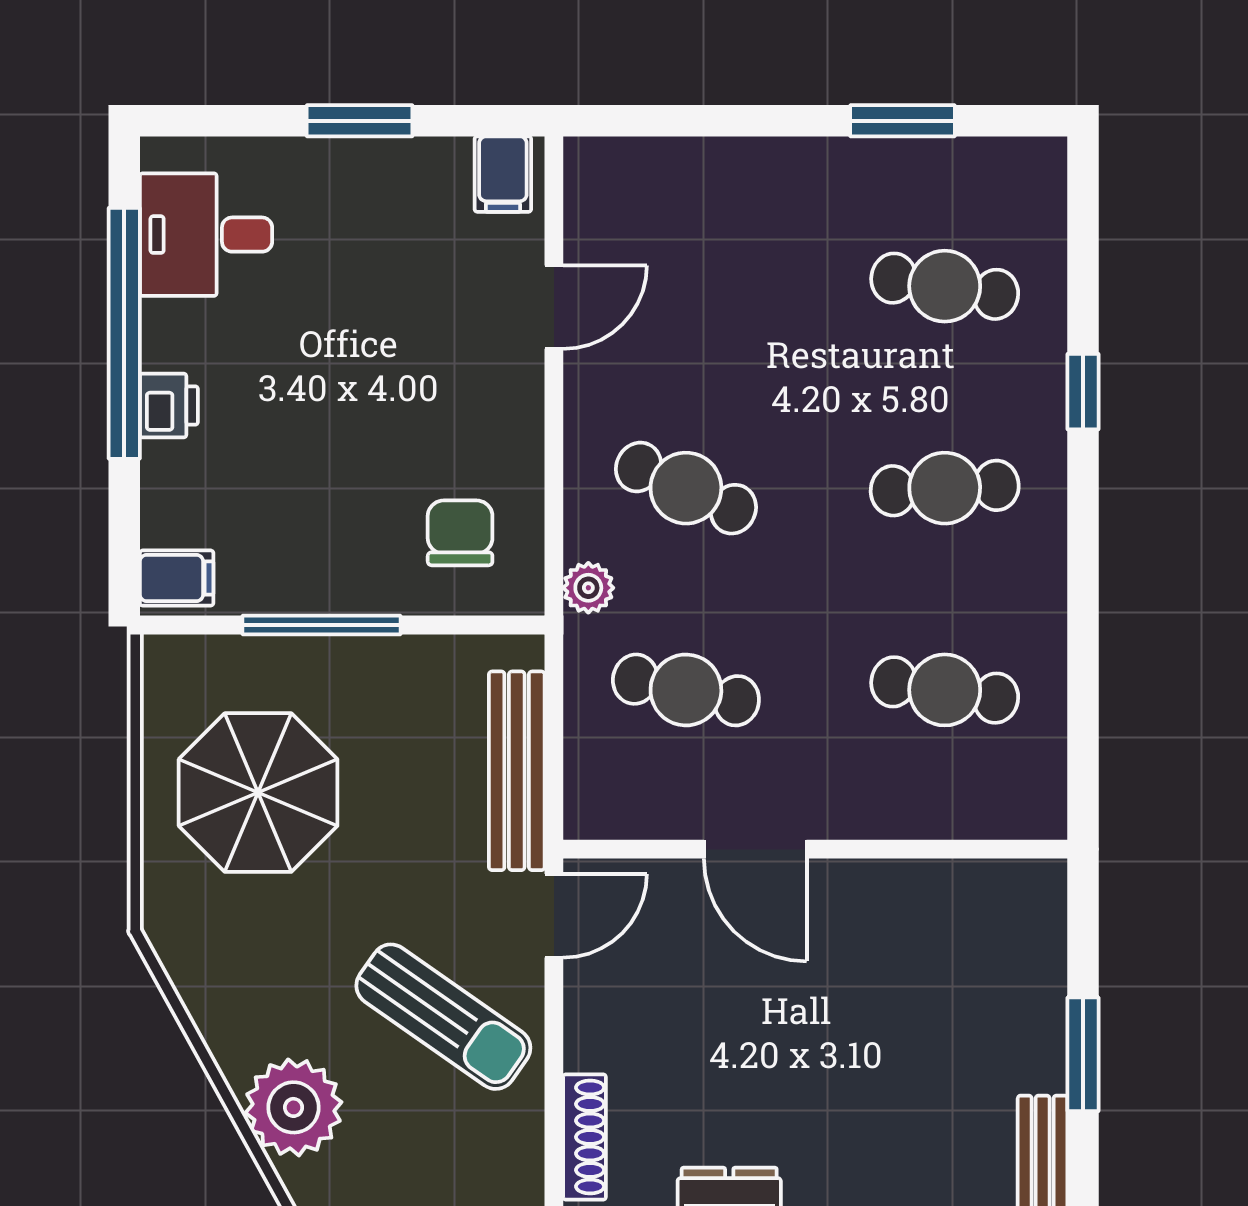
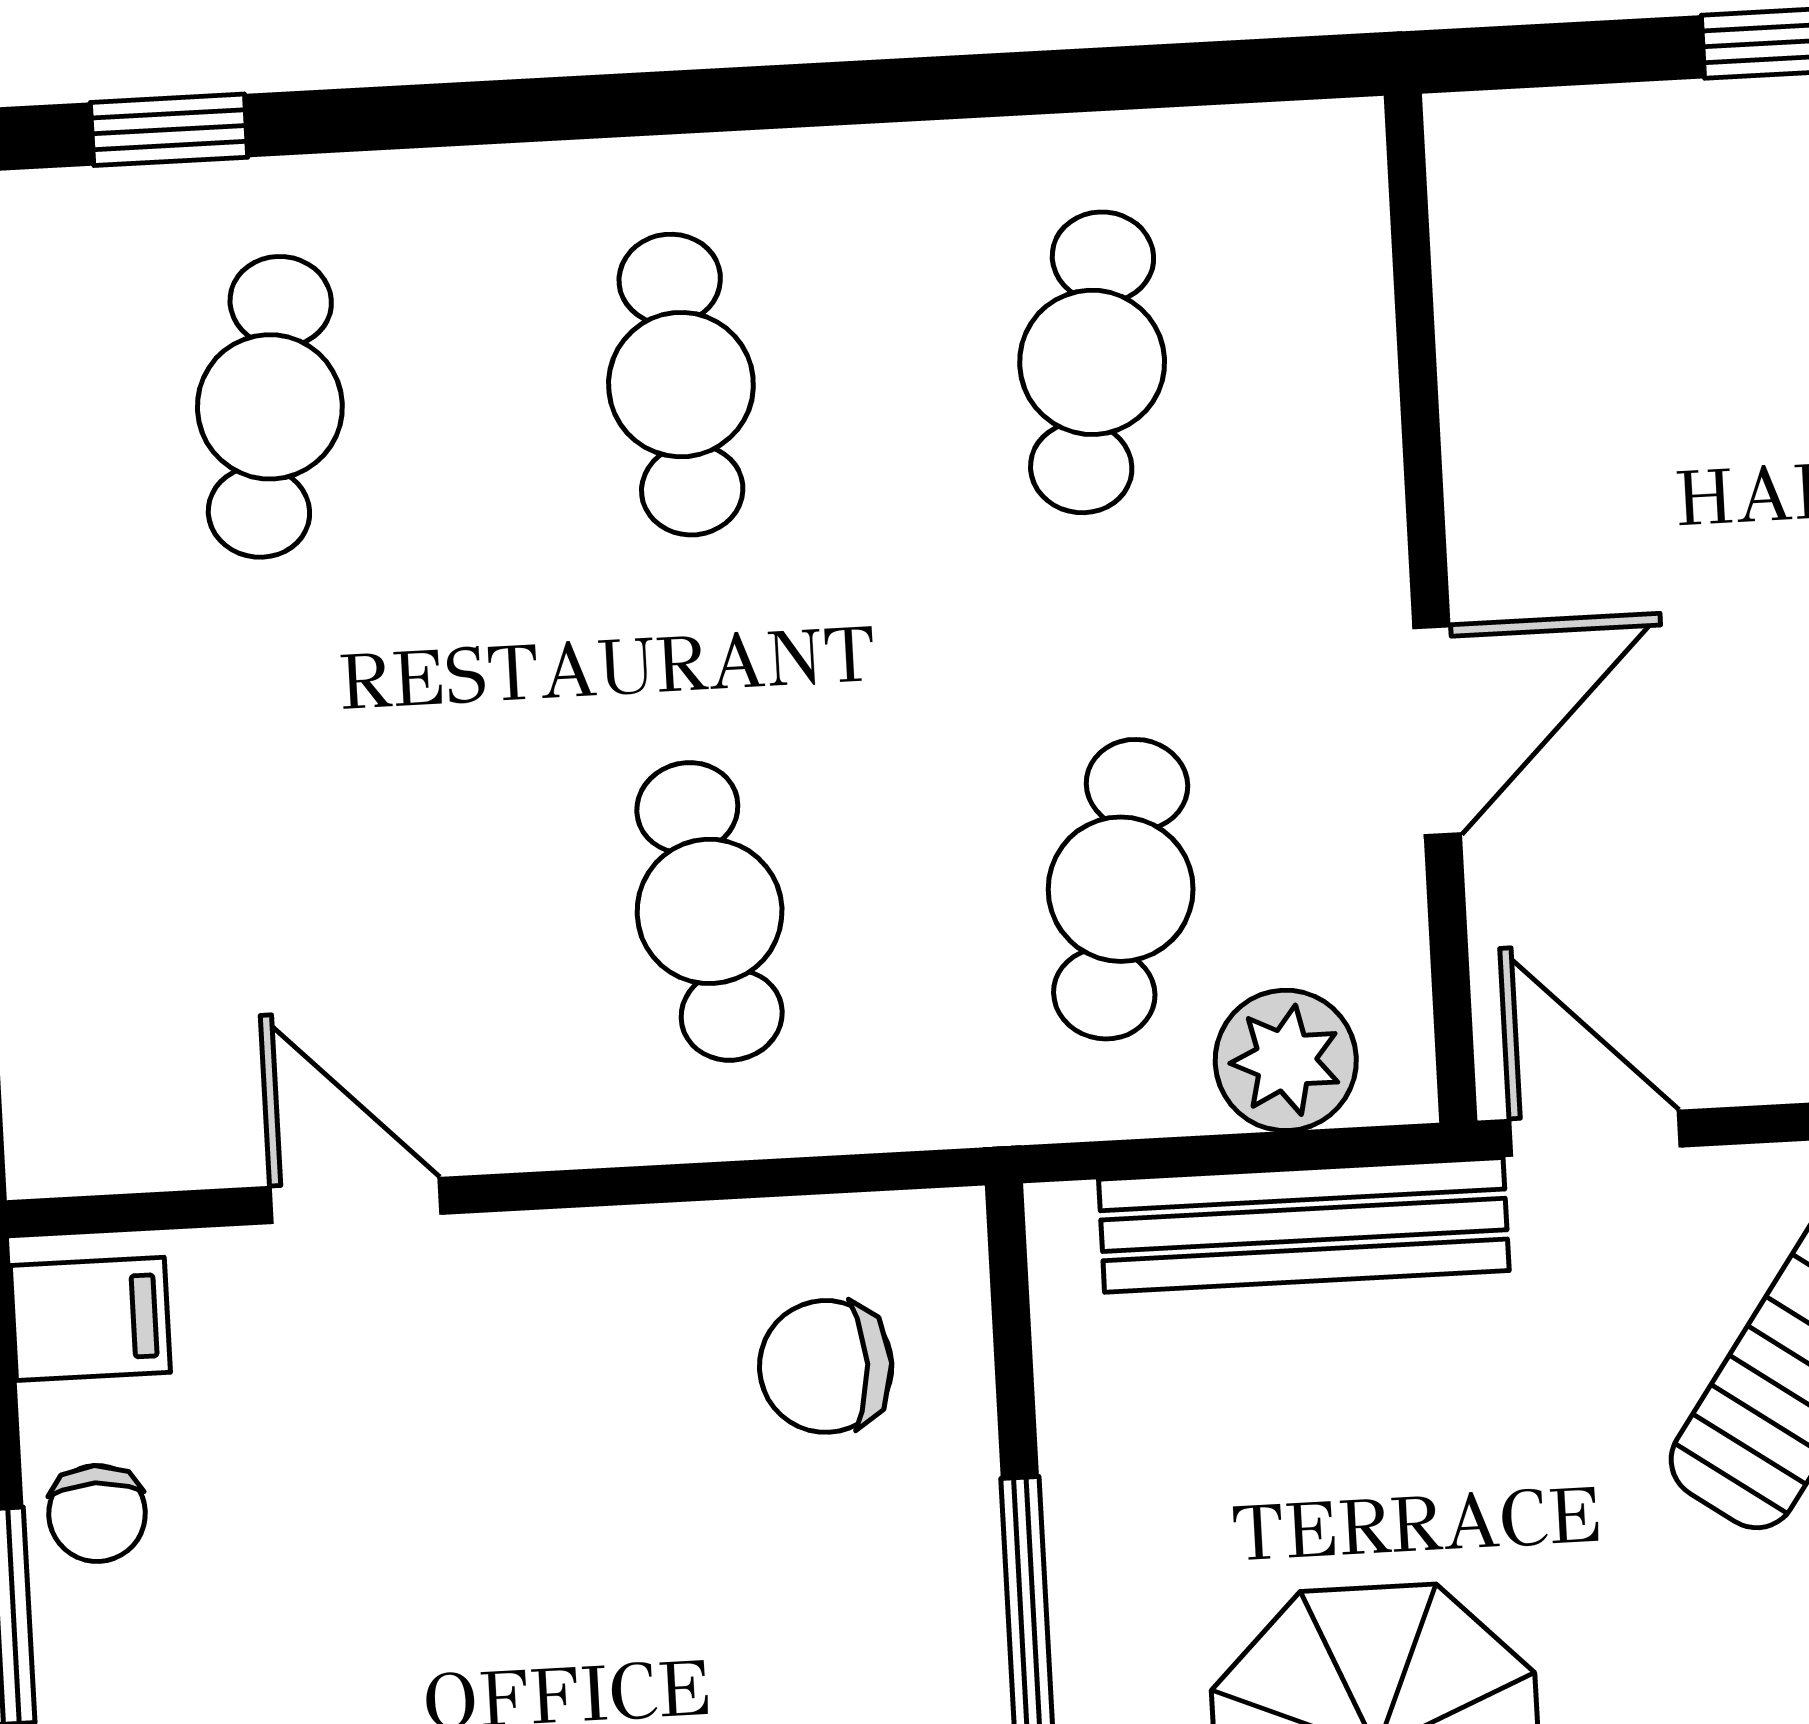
chair: (407, 172) -> (97, 1514), added
window: (1083, 392) -> (169, 130), moved
cafe table: (686, 488) -> (710, 911), turned -33
plant: (588, 588) -> (1286, 1060), moved, width x1.38, depth x1.38

